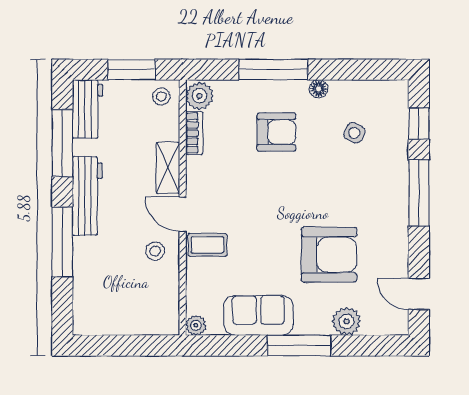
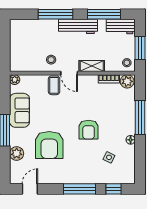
armchair: (276, 132) -> (89, 130), moved
door: (183, 214) -> (69, 73), swing flipped

